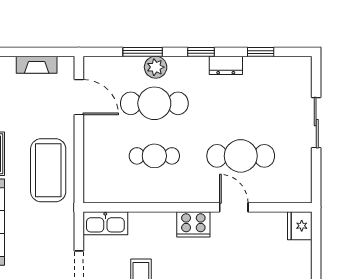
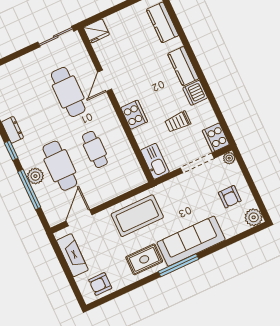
window: (143, 52) -> (29, 189), width x1.44
fireplace: (37, 65) -> (72, 255), width x1.37, depth x1.32
sliding door: (316, 123) -> (56, 37), moved
cooker: (193, 224) -> (134, 115), moved

